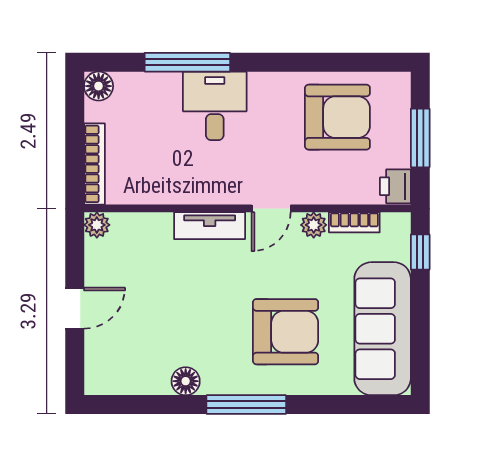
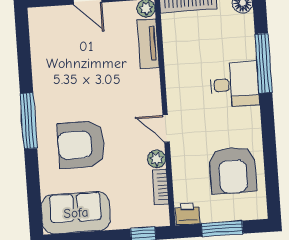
tv unit: (210, 226) -> (148, 44), moved
sofa: (383, 329) -> (76, 213), width x0.73
armchair: (286, 332) -> (81, 145), turned 90
floor lamp: (186, 381) -> (42, 78), removed

